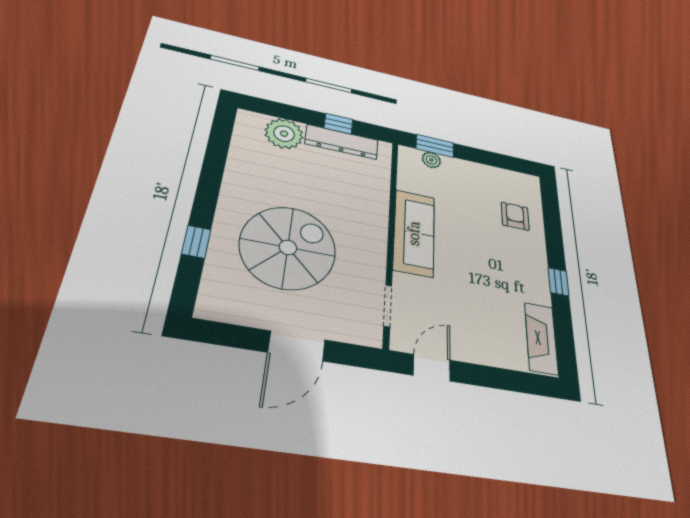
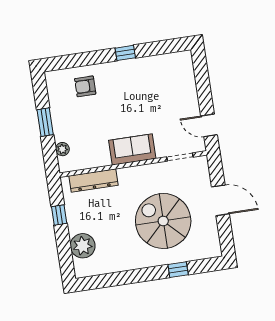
dresser: (342, 142) -> (93, 181), moved, turned 90
window: (435, 146) -> (45, 122), moved
sofa: (414, 233) -> (132, 149), width x0.73
fireplace: (541, 338) -> (169, 62), removed

